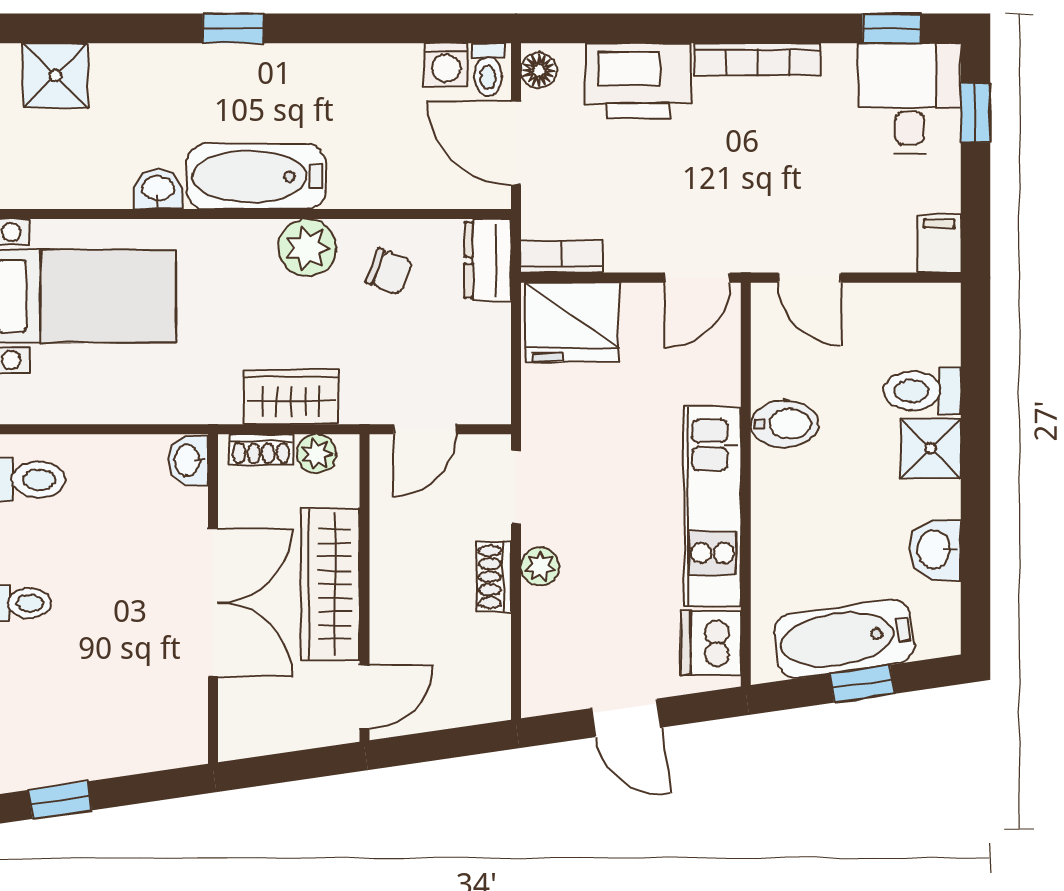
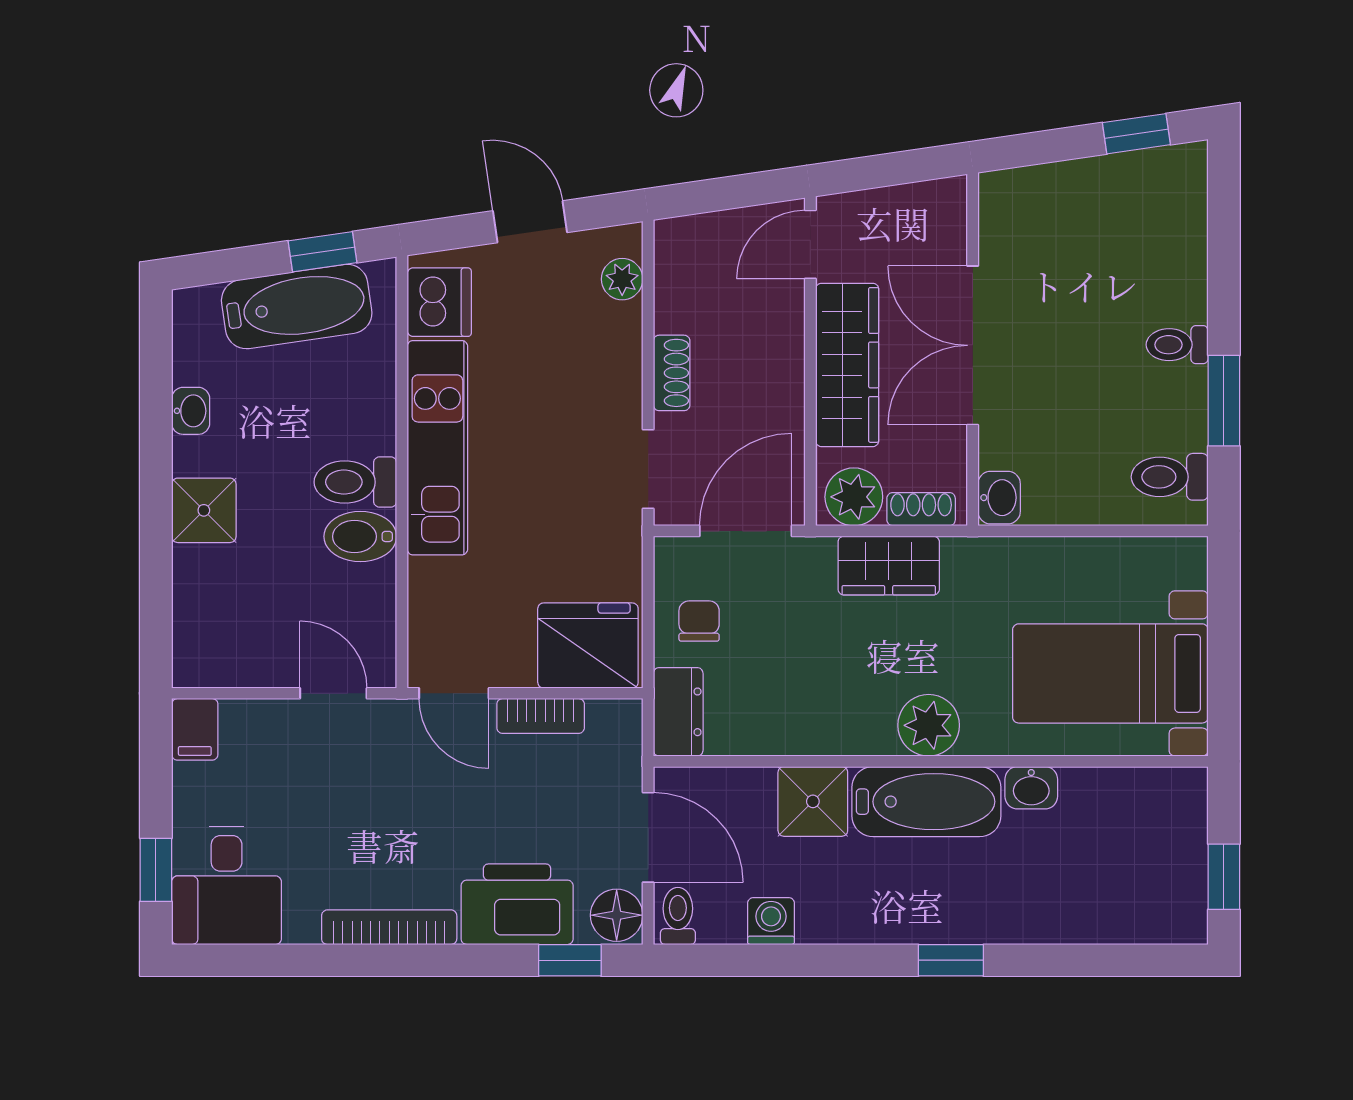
window: (892, 28) -> (570, 960), moved
washing machine: (446, 65) -> (771, 921), moved
floor lamp: (539, 70) -> (617, 915), width x1.37, depth x1.37
shower: (56, 76) -> (813, 801), moved
plant: (307, 248) -> (929, 725), moved
bookcase: (562, 256) -> (541, 716), moved
chair: (389, 272) -> (699, 621), moved, turned 69
door: (697, 278) -> (454, 693), swing flipped
toilet: (922, 391) -> (355, 482), moved, turned 180
door: (425, 429) -> (746, 531), width x1.38
plant: (316, 454) -> (854, 497), width x1.38, depth x1.38
washbasin: (935, 550) -> (191, 411), width x0.72, depth x0.69
plant: (540, 566) -> (622, 279), moved
window: (862, 684) -> (323, 252), moved

